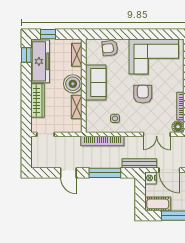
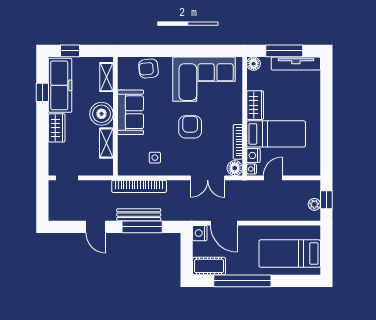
window: (26, 55) -> (42, 92), moved
wardrobe: (37, 101) -> (57, 128), width x0.67
bench: (139, 163) -> (139, 215), moved

